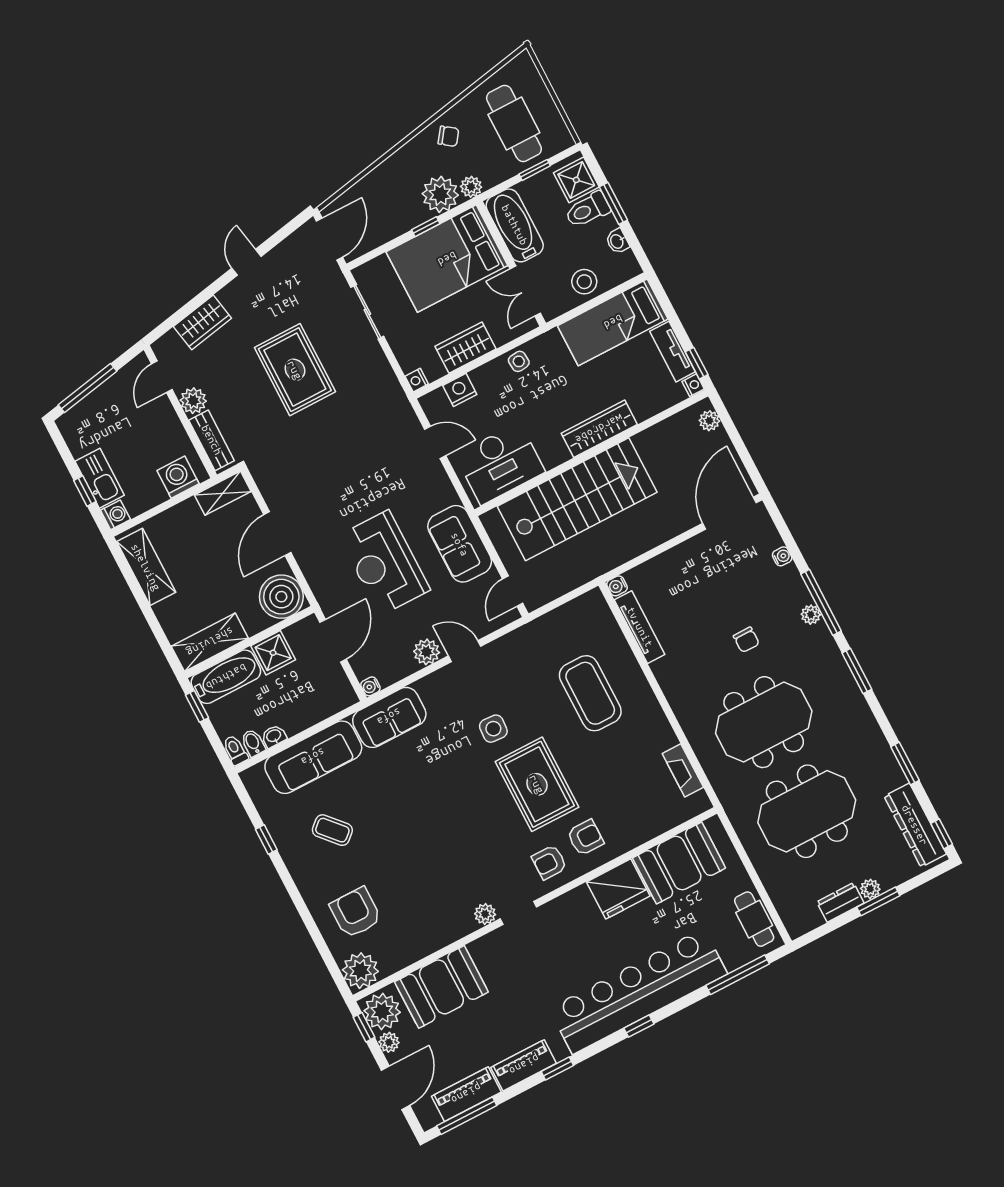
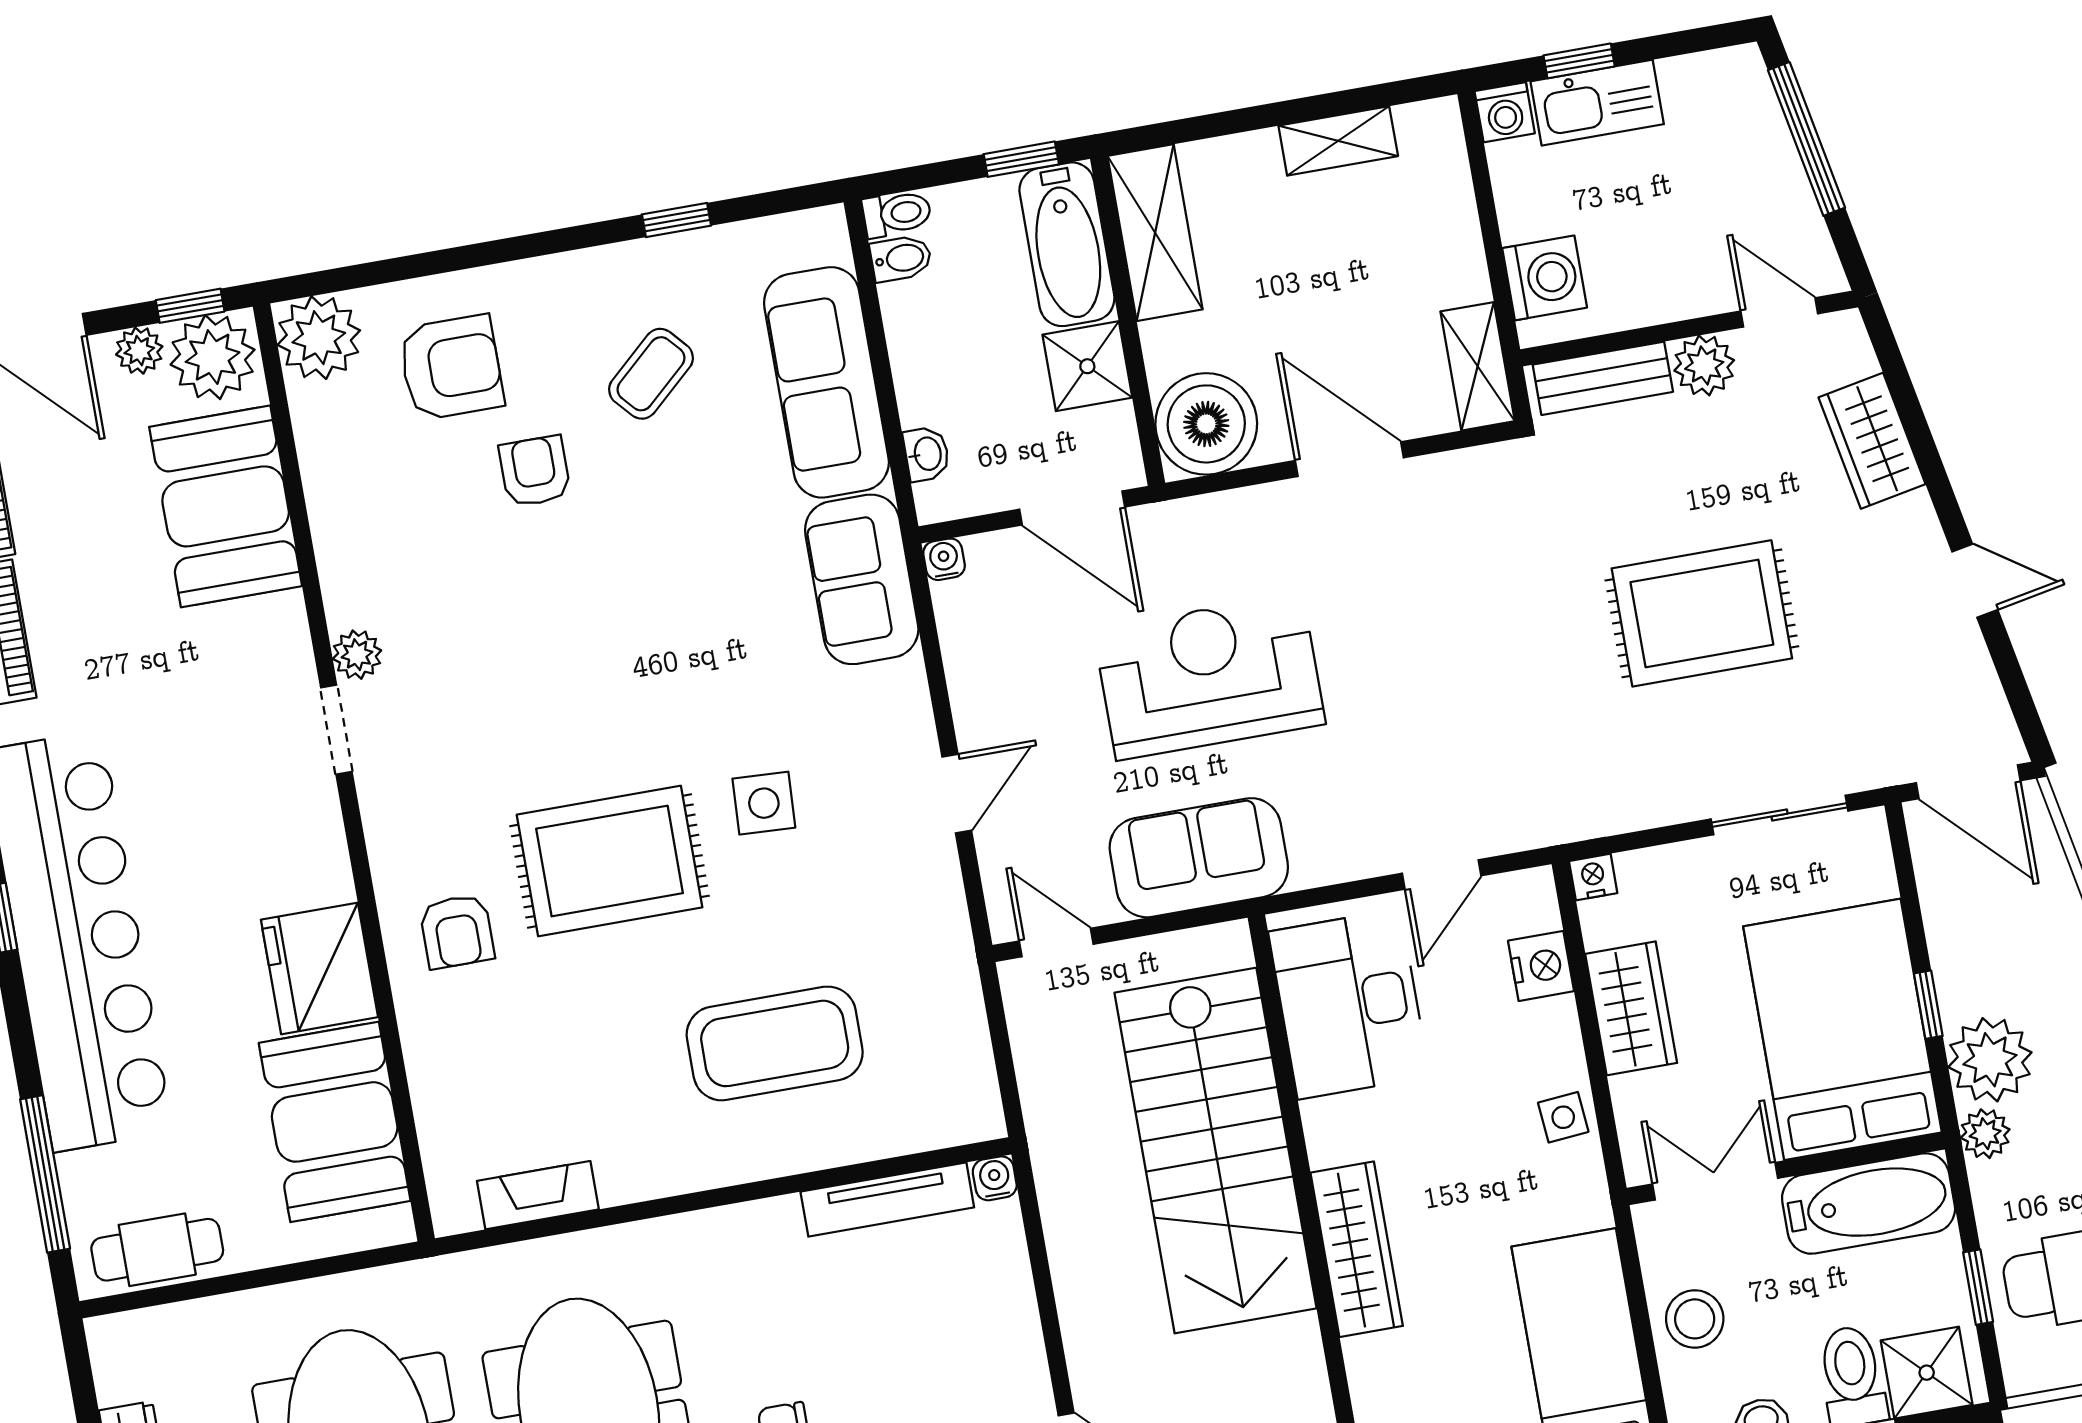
shelving: (146, 567) -> (1338, 141), width x0.67, depth x0.75
plant: (427, 652) -> (981, 708), removed
washbasin: (274, 736) -> (927, 454), moved
armchair: (549, 862) -> (535, 471), moved

